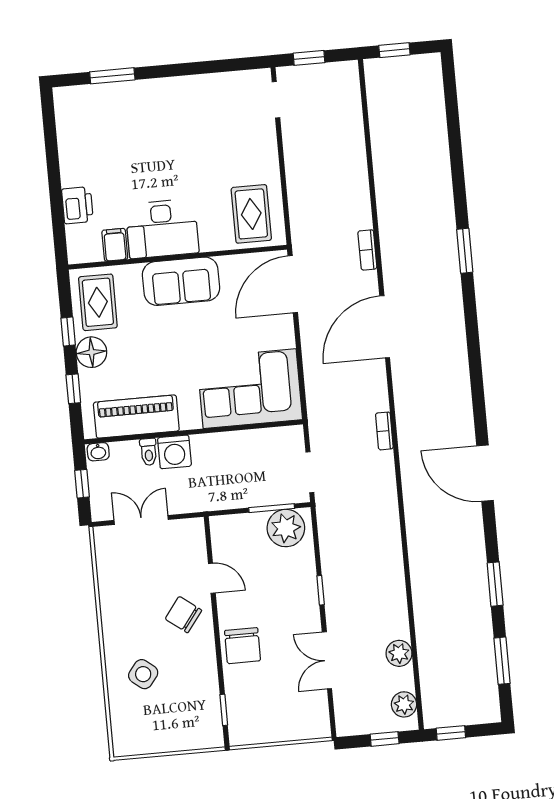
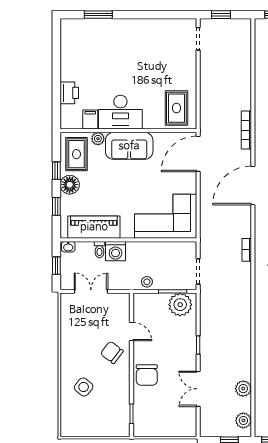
bookcase: (367, 250) -> (246, 130), width x1.56
plant: (130, 274) -> (98, 139), added
stool: (229, 496) -> (147, 282), added

